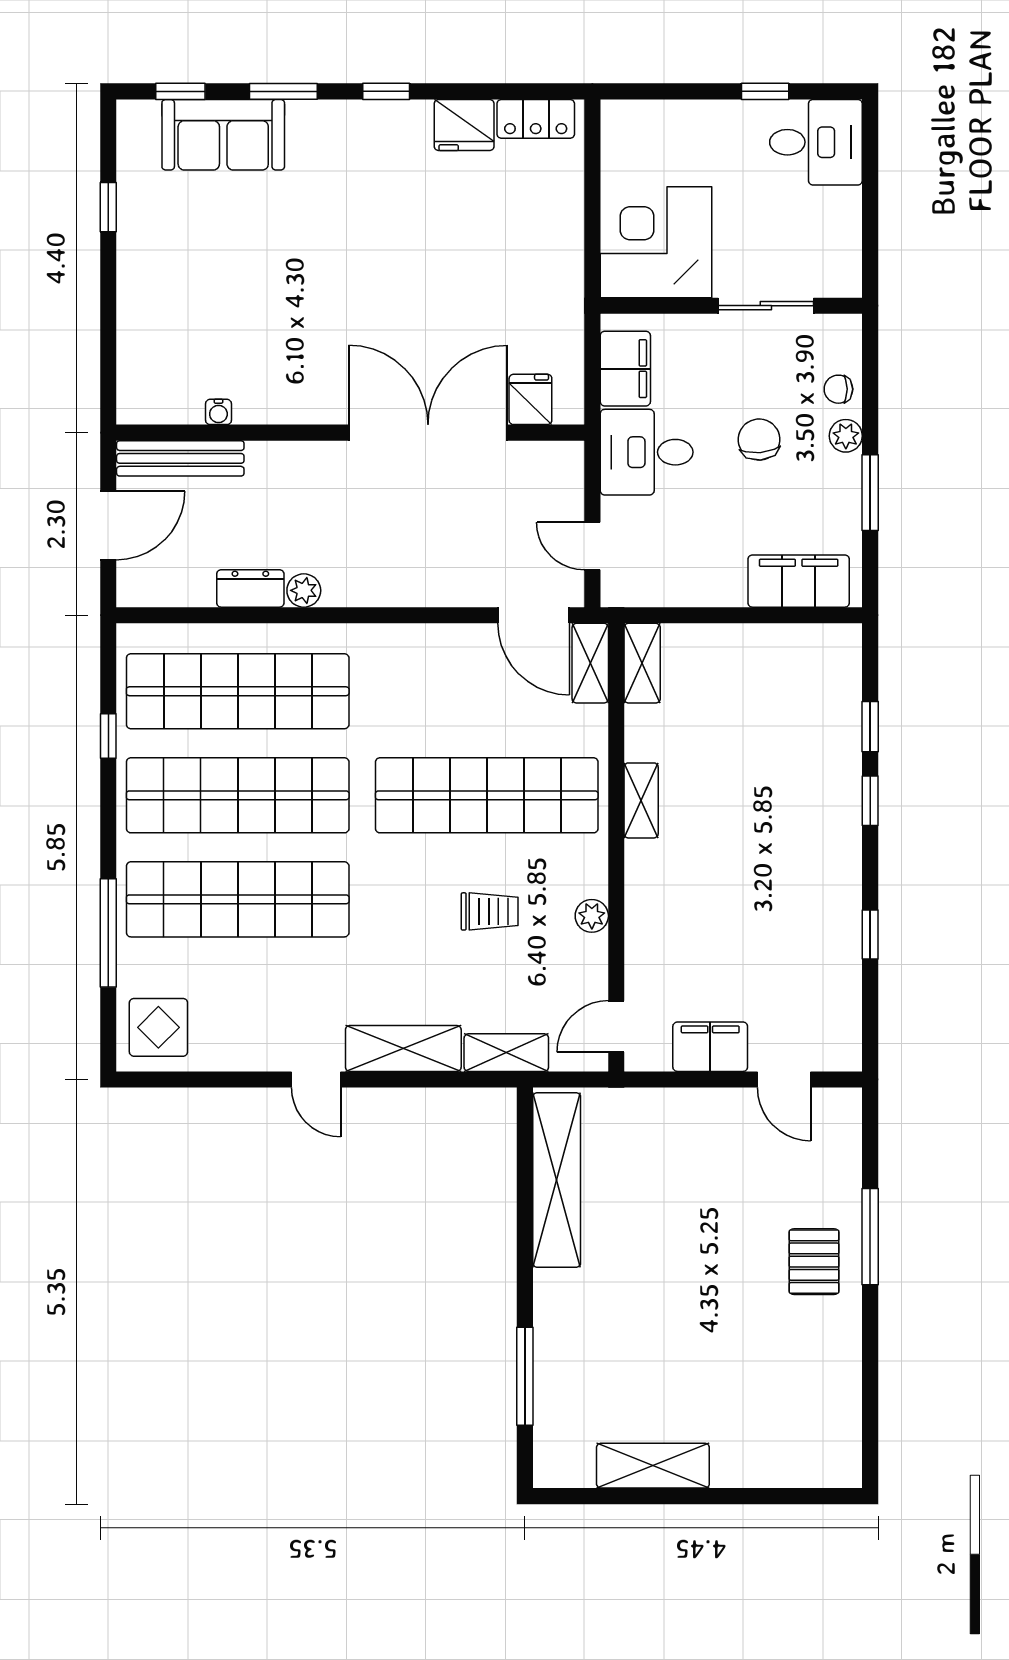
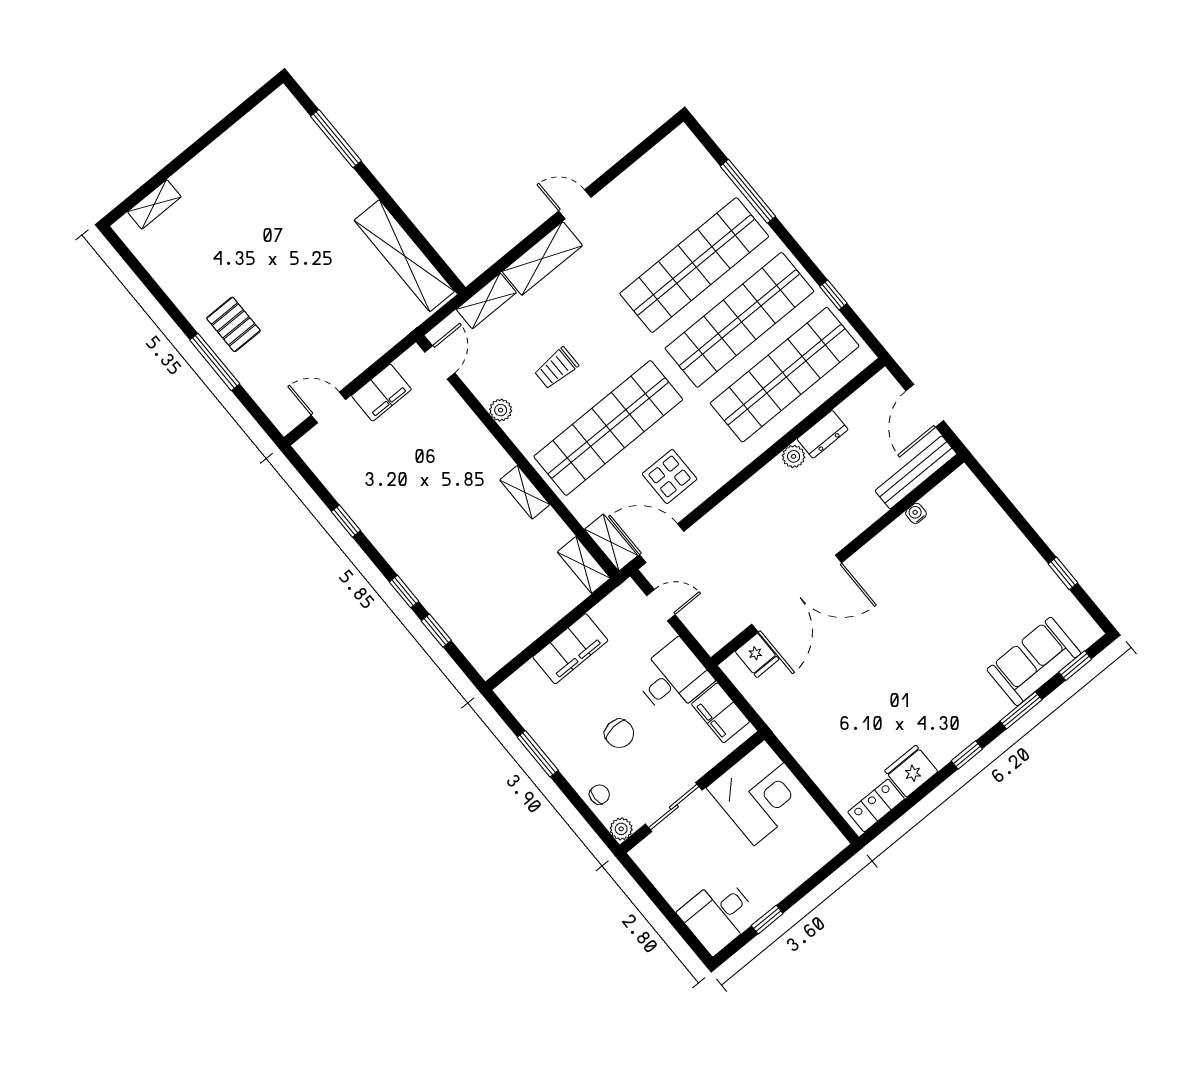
plant: (846, 436) -> (621, 829), moved
filing cabinet: (799, 581) -> (570, 649), moved
display table: (158, 1027) -> (670, 476), moved
shelving: (653, 1466) -> (154, 204), moved, width x0.67, depth x0.75

